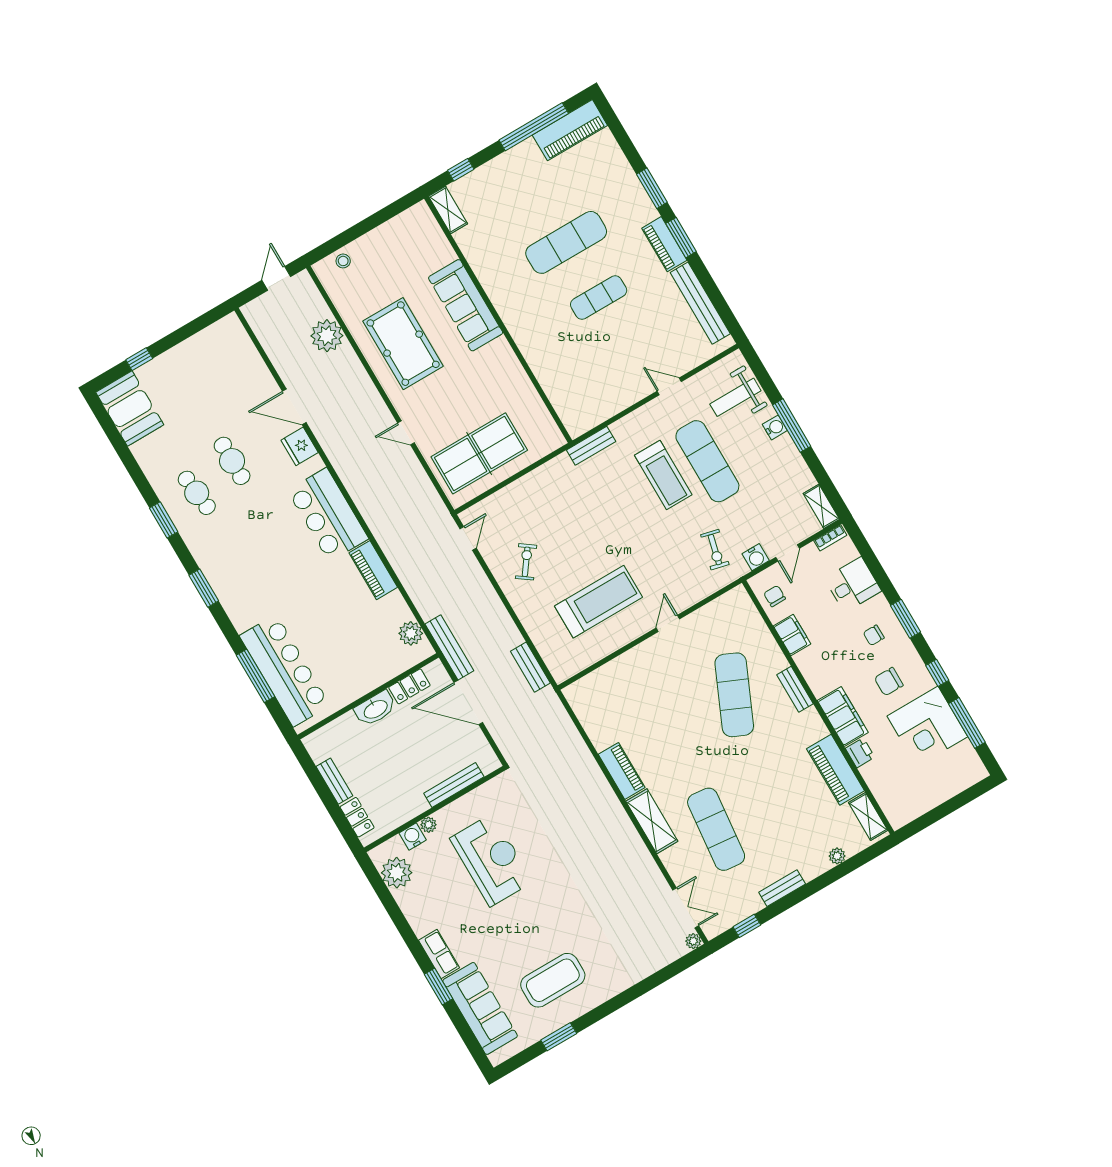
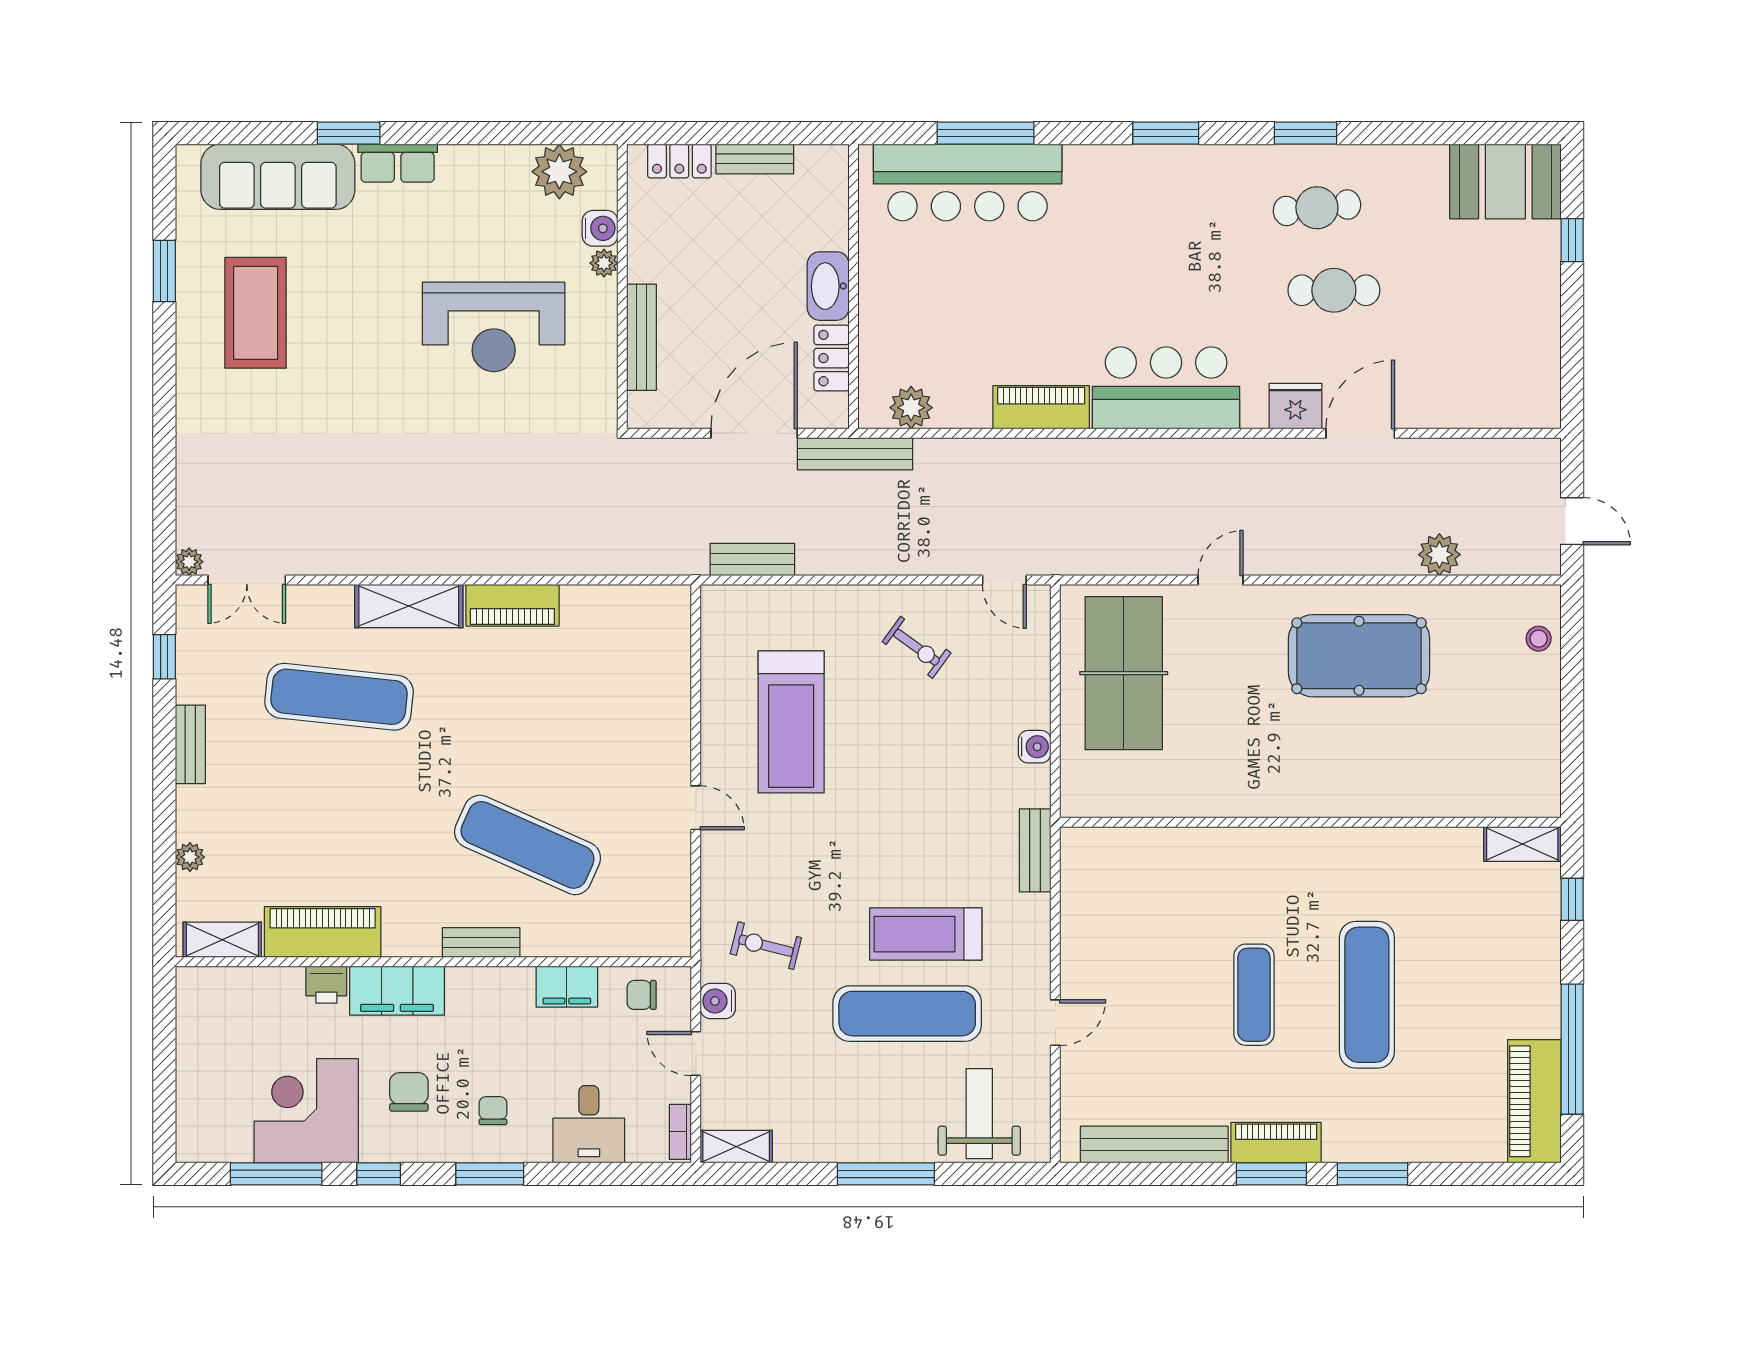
sofa: (466, 305) -> (1361, 785), removed
plant: (327, 336) -> (1439, 555), width x0.73, depth x0.73
water cooler: (775, 427) -> (1035, 747), moved, turned -90
chair: (775, 596) -> (642, 995), turned 180

